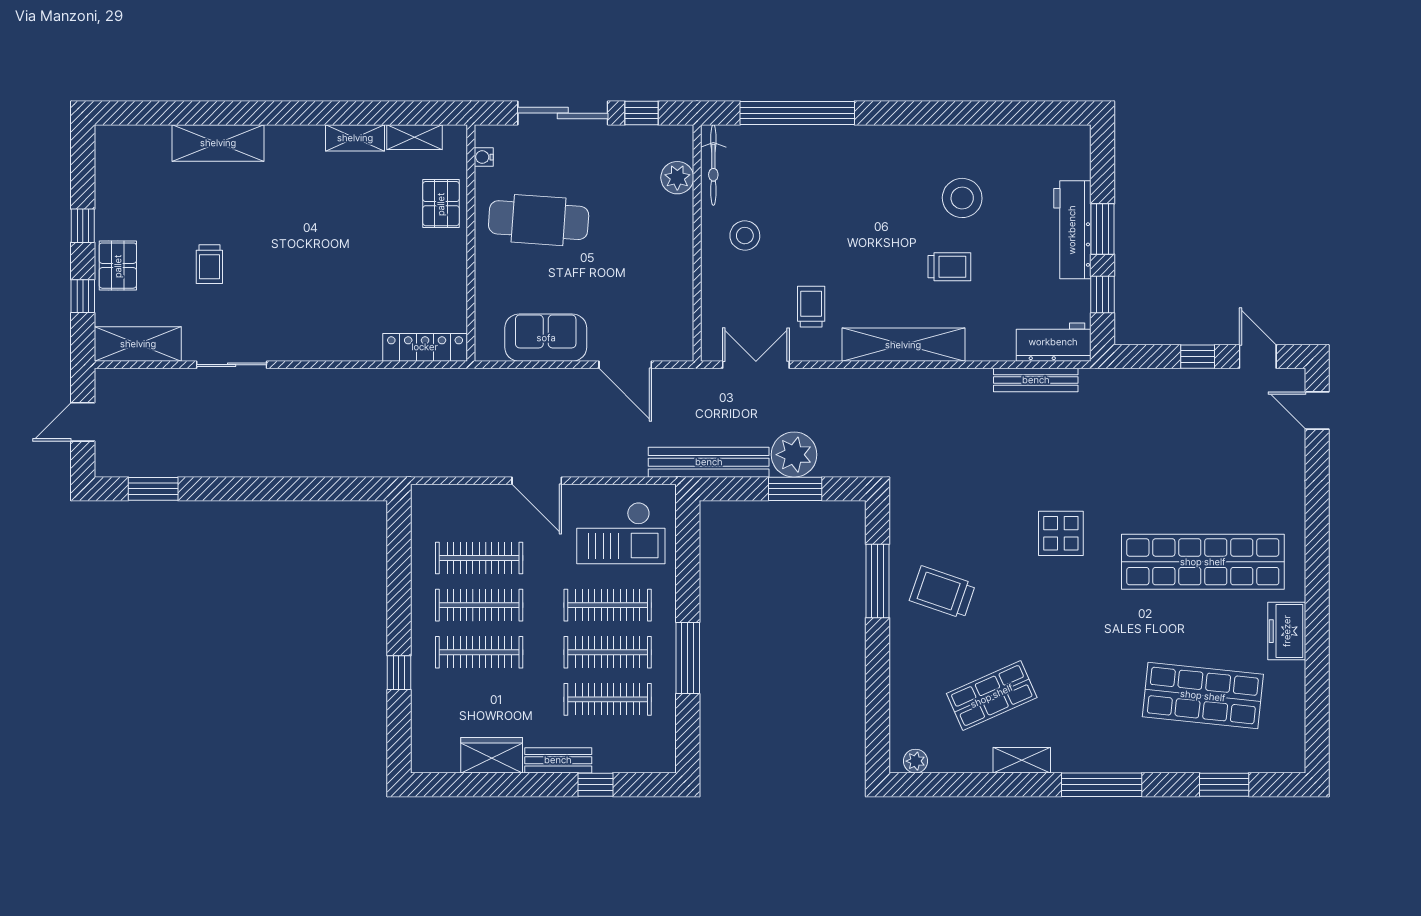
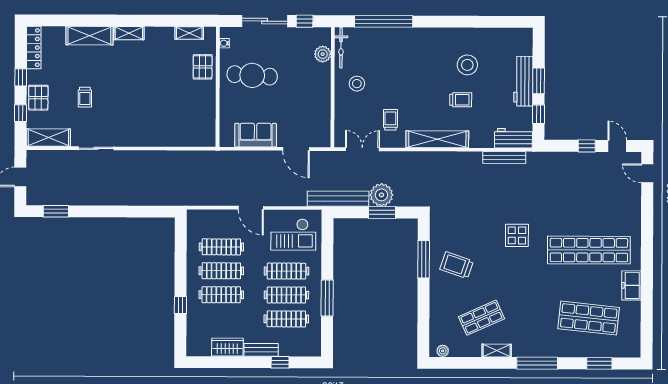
shelving: (355, 138) -> (129, 33), moved
locker: (425, 347) -> (34, 48), moved, turned 90

